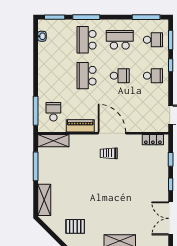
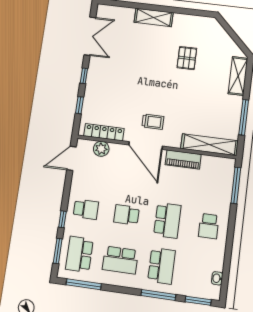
school desk: (153, 40) -> (79, 254), width x1.85
school desk: (153, 76) -> (86, 209), turned 180
school desk: (53, 112) -> (209, 226), moved
plant: (148, 126) -> (101, 149), added
locker: (153, 140) -> (104, 132), width x1.53
shelving: (53, 141) -> (209, 145), width x1.47
pallet: (75, 226) -> (187, 58), moved, turned 90

